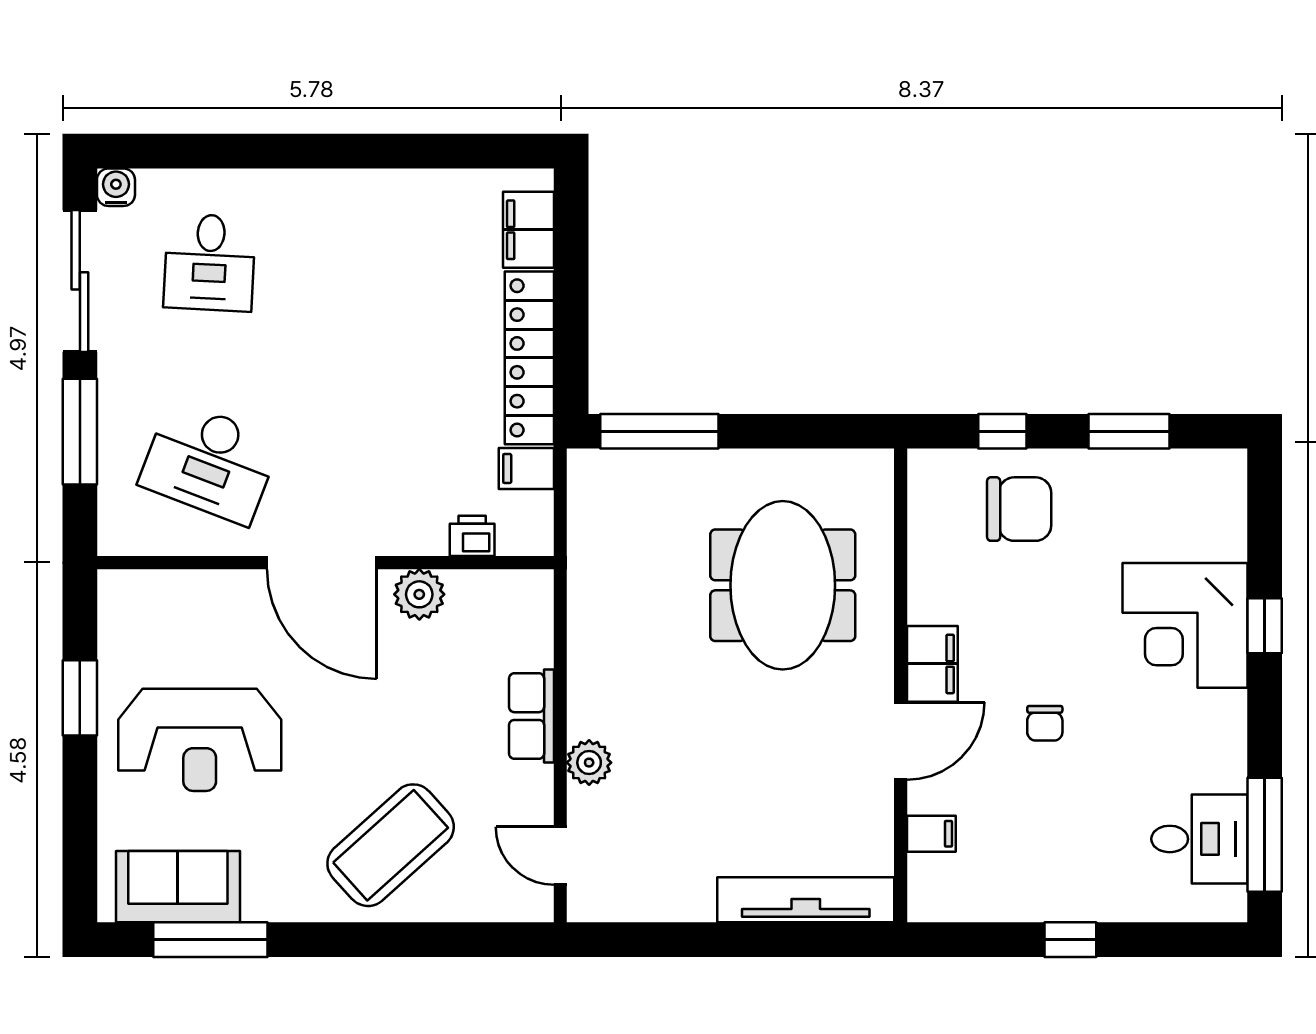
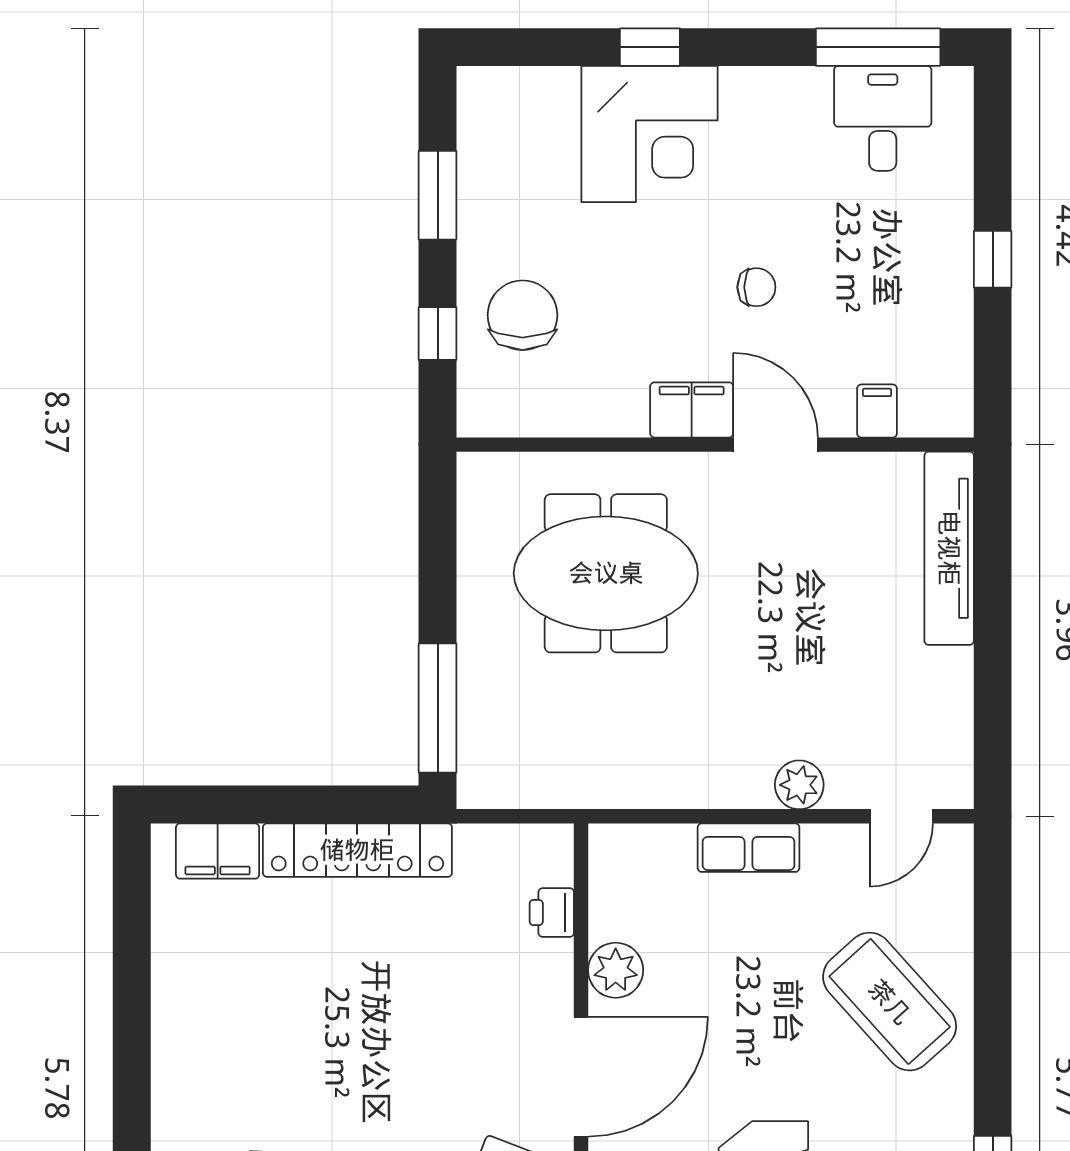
filing cabinet: (526, 468) -> (478, 853), removed

